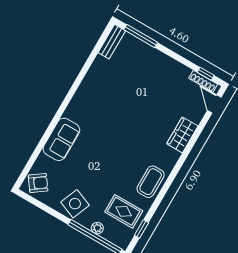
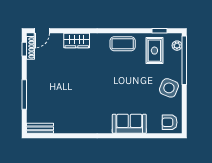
window: (141, 36) -> (24, 95), moved
armchair: (38, 183) -> (170, 122), turned -54
plant: (97, 228) -> (177, 46), moved

